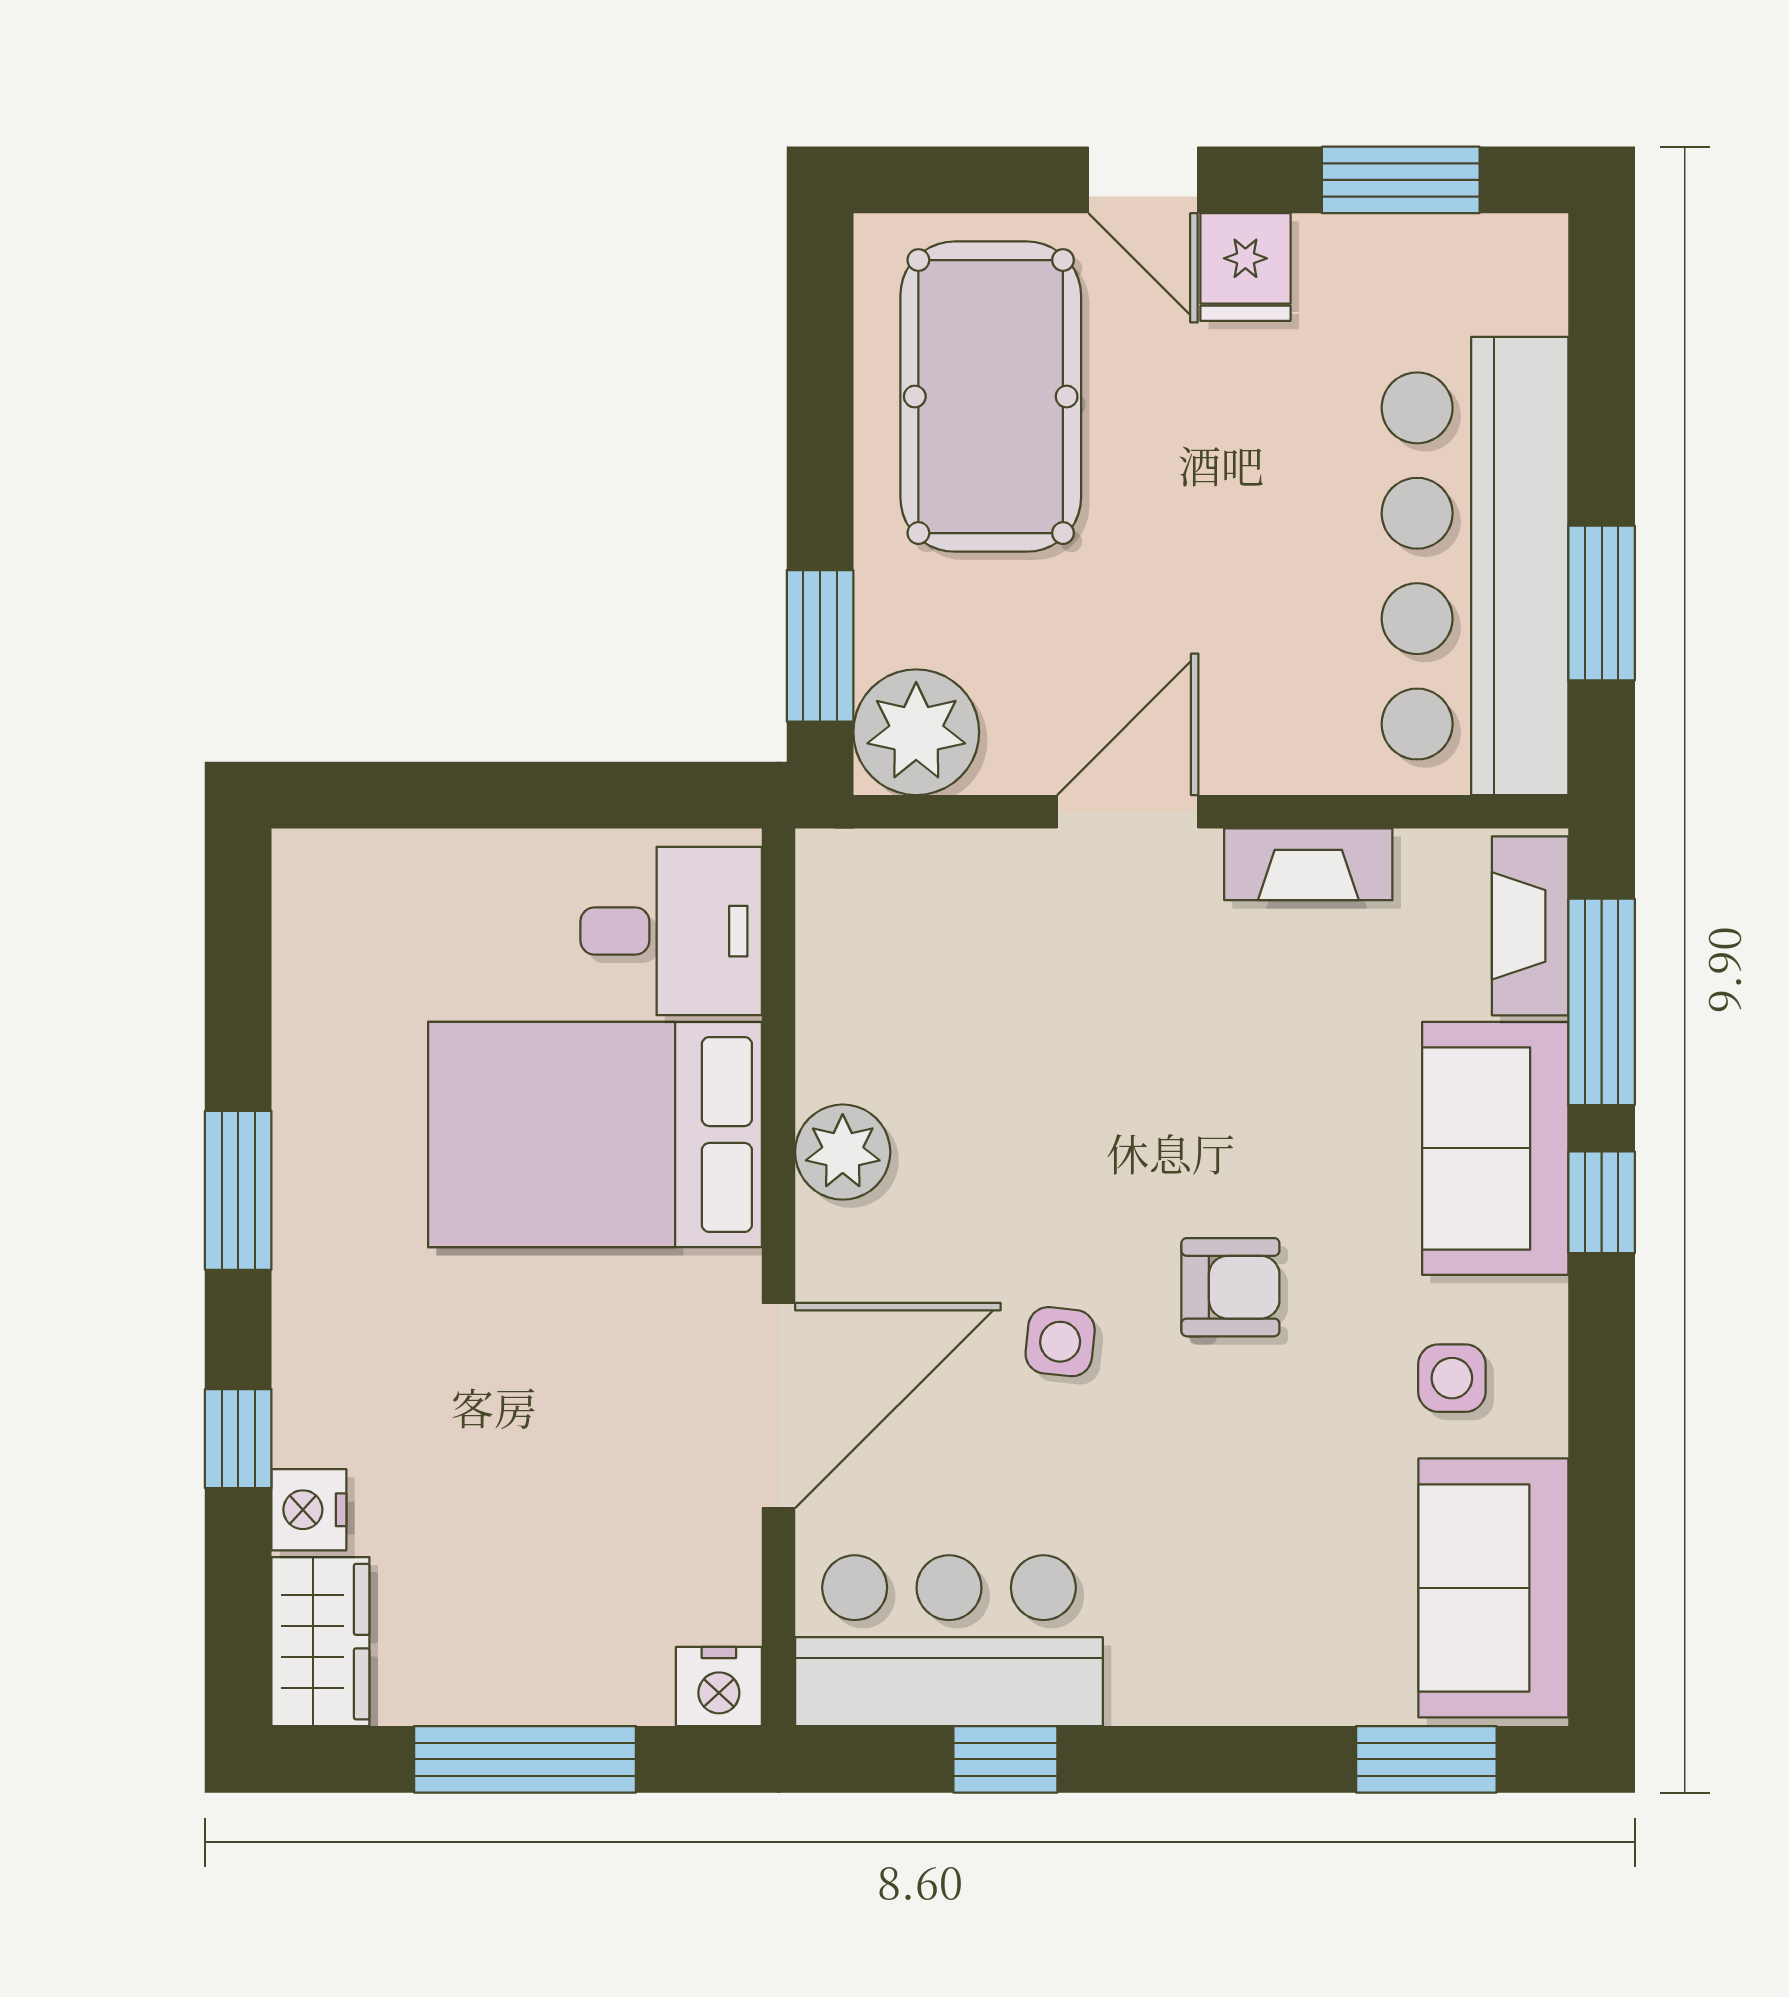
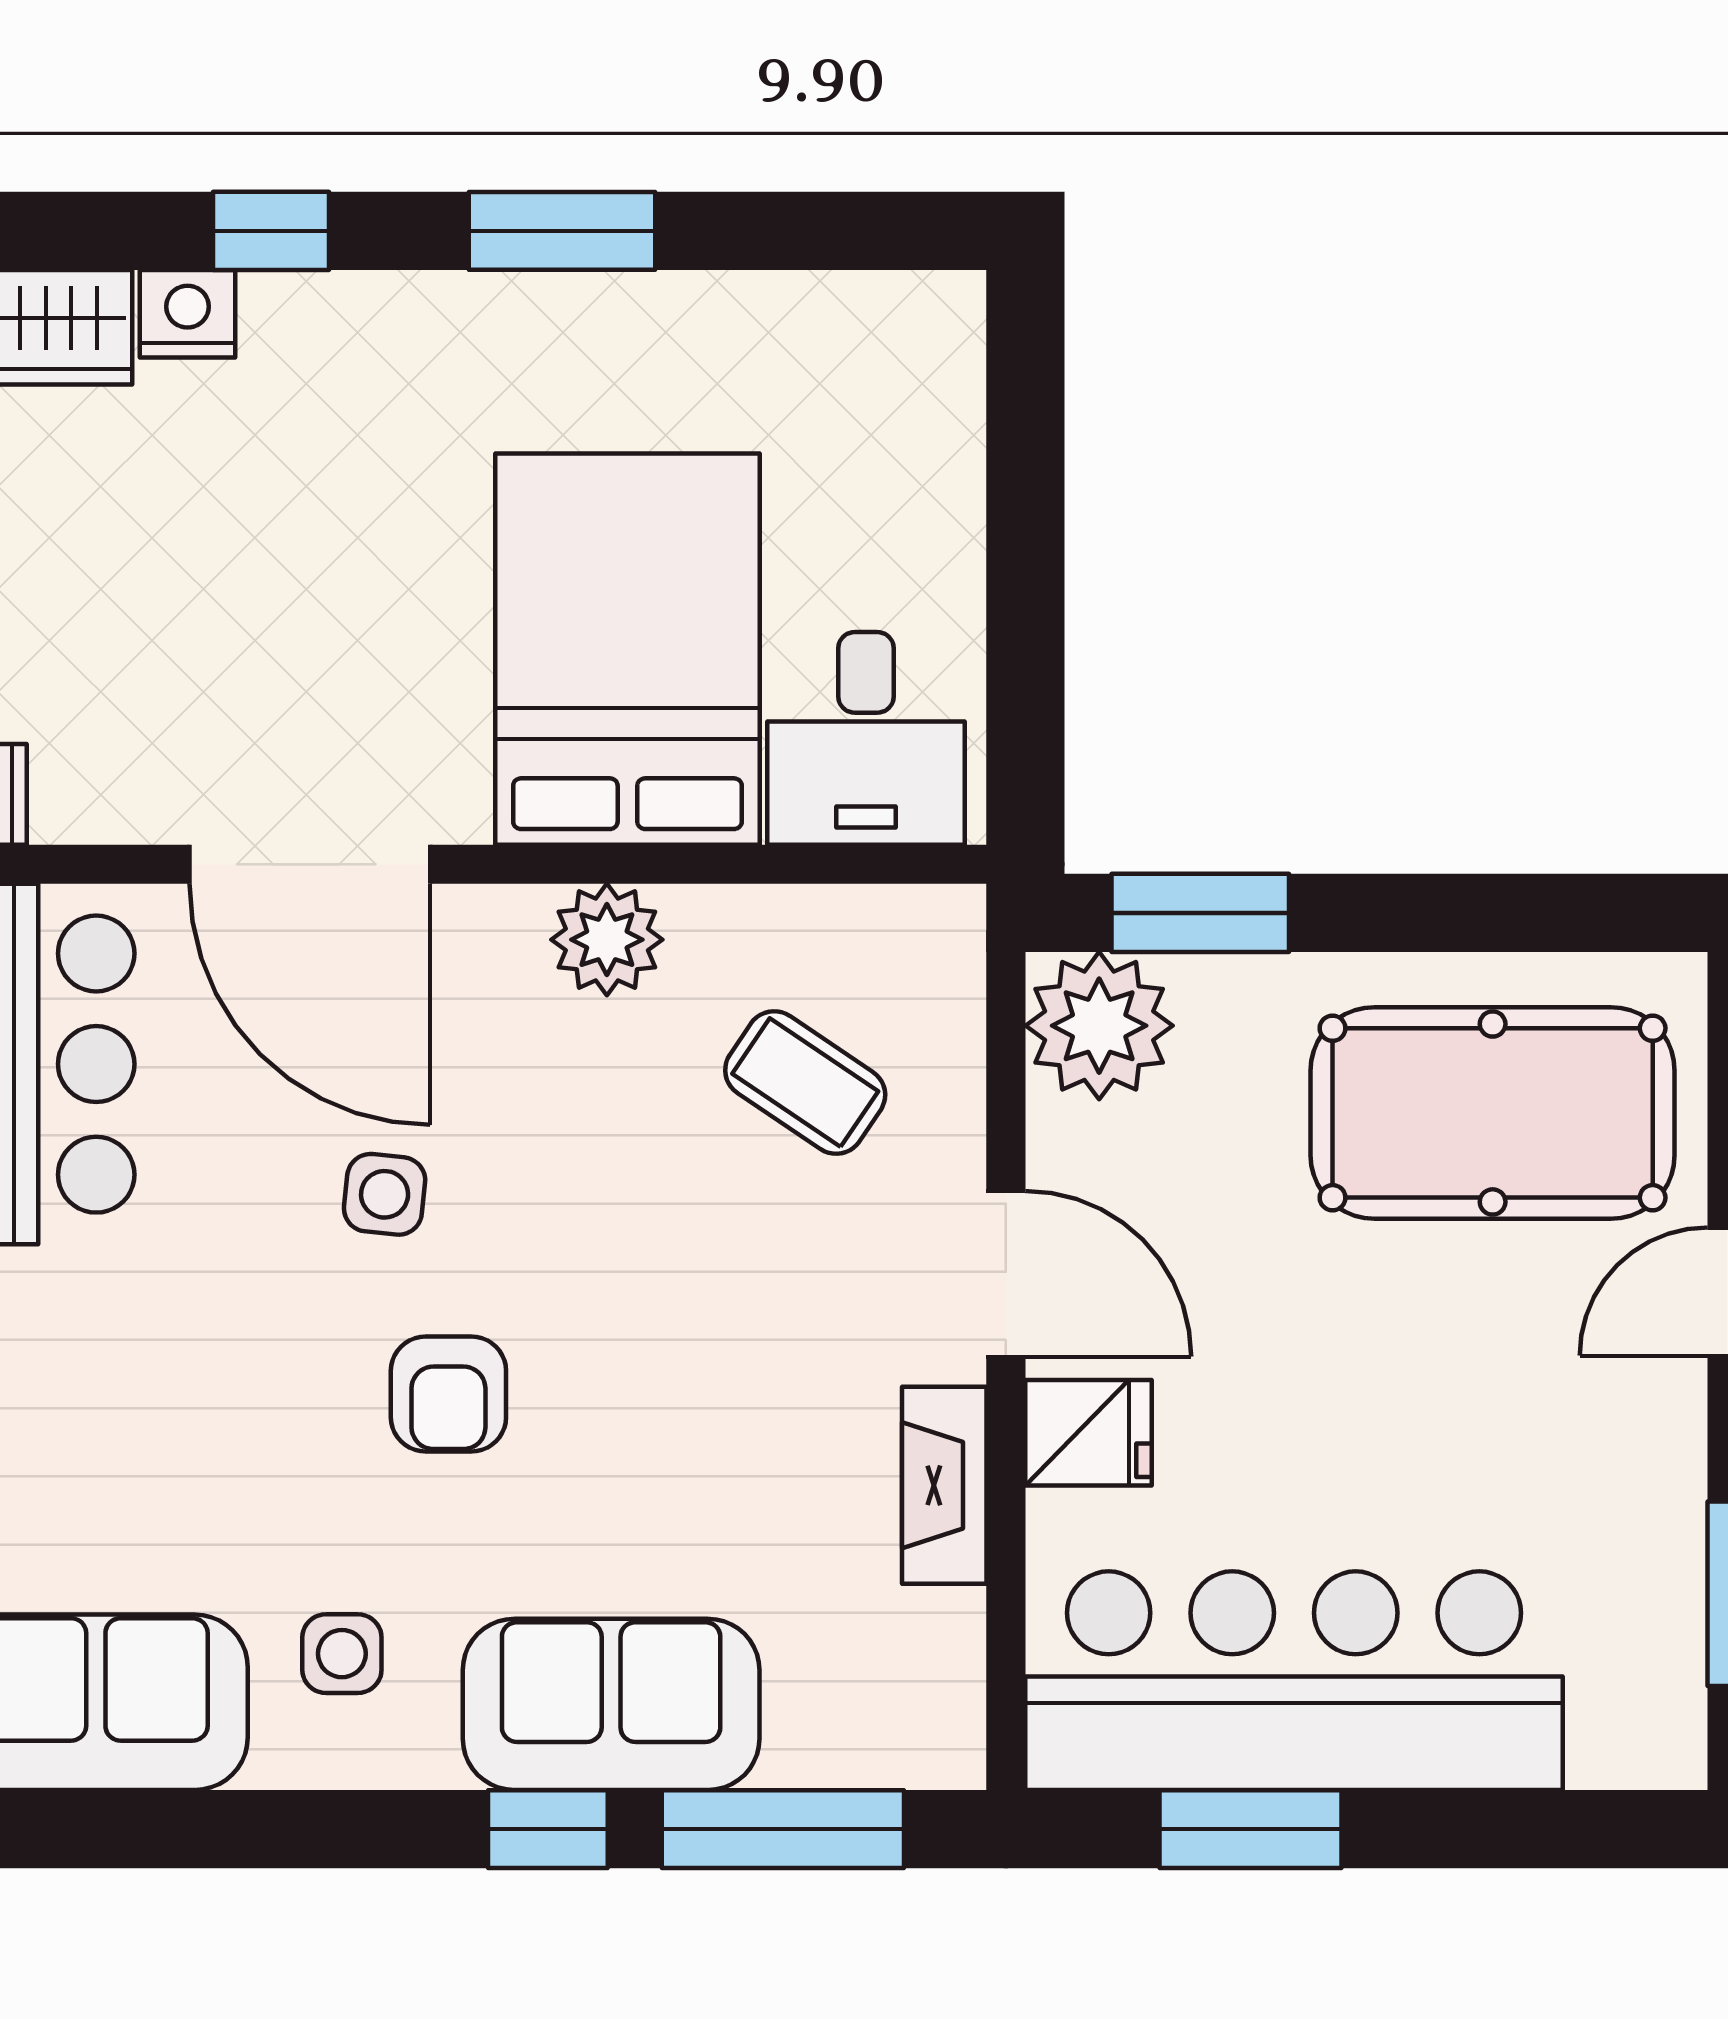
fridge: (1245, 267) -> (1088, 1433), moved, turned 180
fireplace: (1530, 926) -> (872, 1745), removed
coffee table: (965, 983) -> (805, 1082), added

